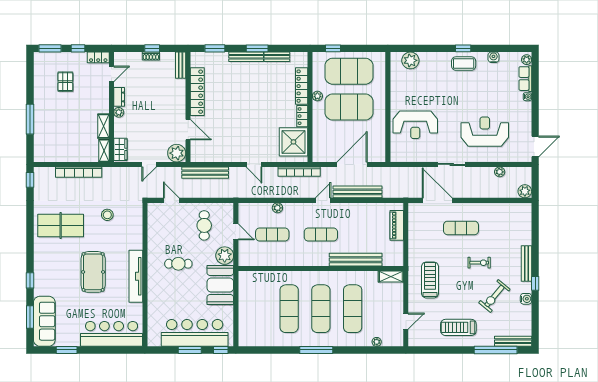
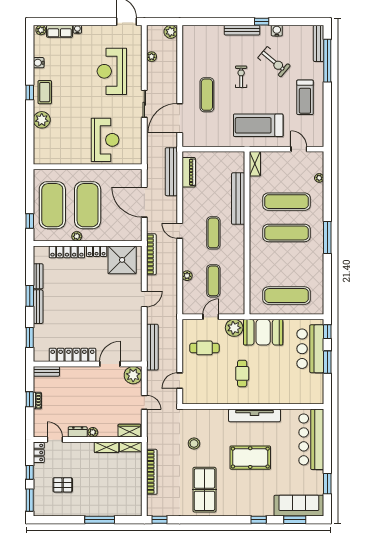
plant: (410, 60) -> (42, 120), moved
bench: (357, 192) -> (171, 172), moved
piano: (397, 225) -> (189, 172), moved, turned -90
treadmill: (430, 280) -> (258, 125), width x1.37, depth x1.37
exercise mat: (289, 309) -> (287, 296), moved
bar counter: (195, 333) -> (310, 349), width x0.73

